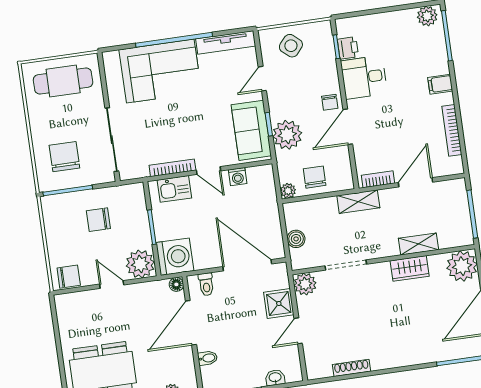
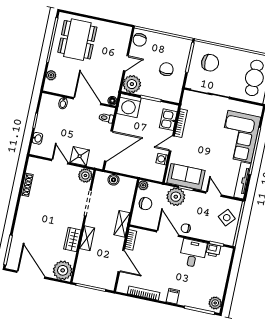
shelving: (418, 244) -> (87, 238), moved

